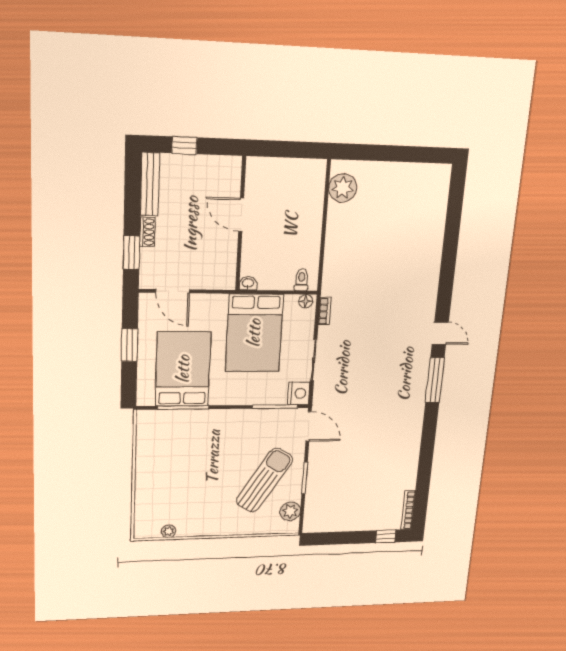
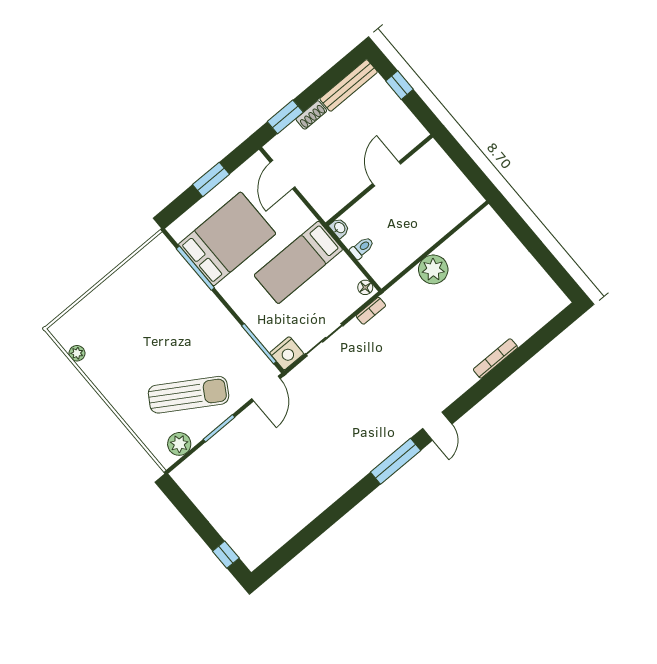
plant: (343, 188) -> (433, 269), moved
toilet: (301, 280) -> (362, 248), moved
bed: (254, 333) -> (298, 262), width x0.67
bookcase: (408, 510) -> (495, 358), moved

